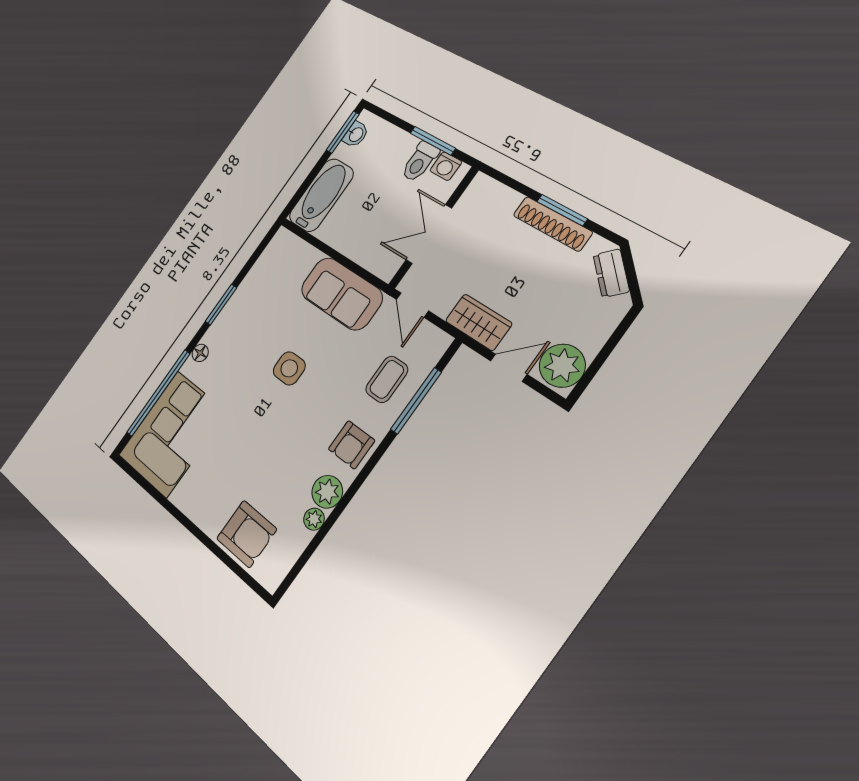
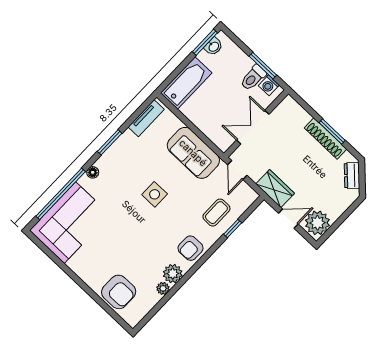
tv unit: (269, 259) -> (146, 118), added
window: (416, 401) -> (233, 228), width x0.46

